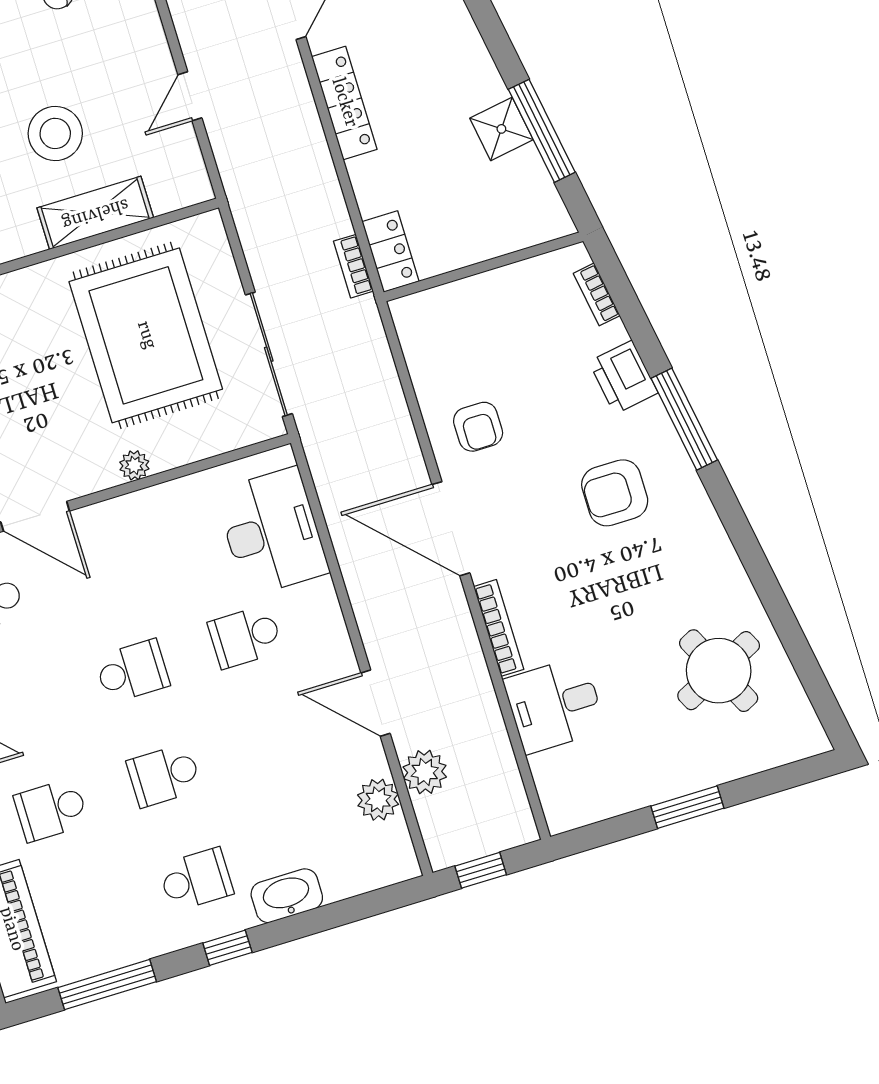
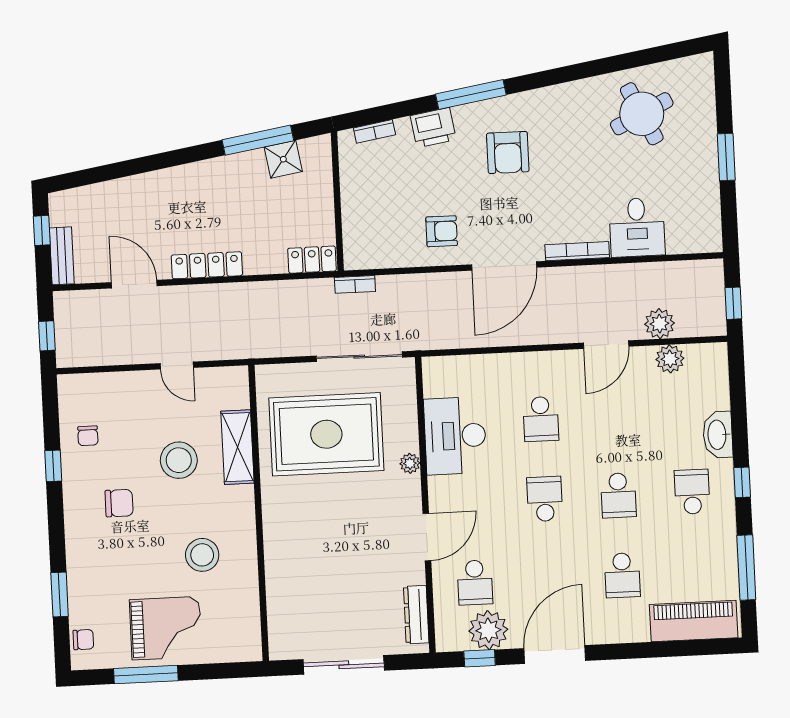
shower: (501, 129) -> (283, 159), moved
bookcase: (353, 266) -> (355, 284), moved
desk: (272, 532) -> (455, 436), moved, turned -90

